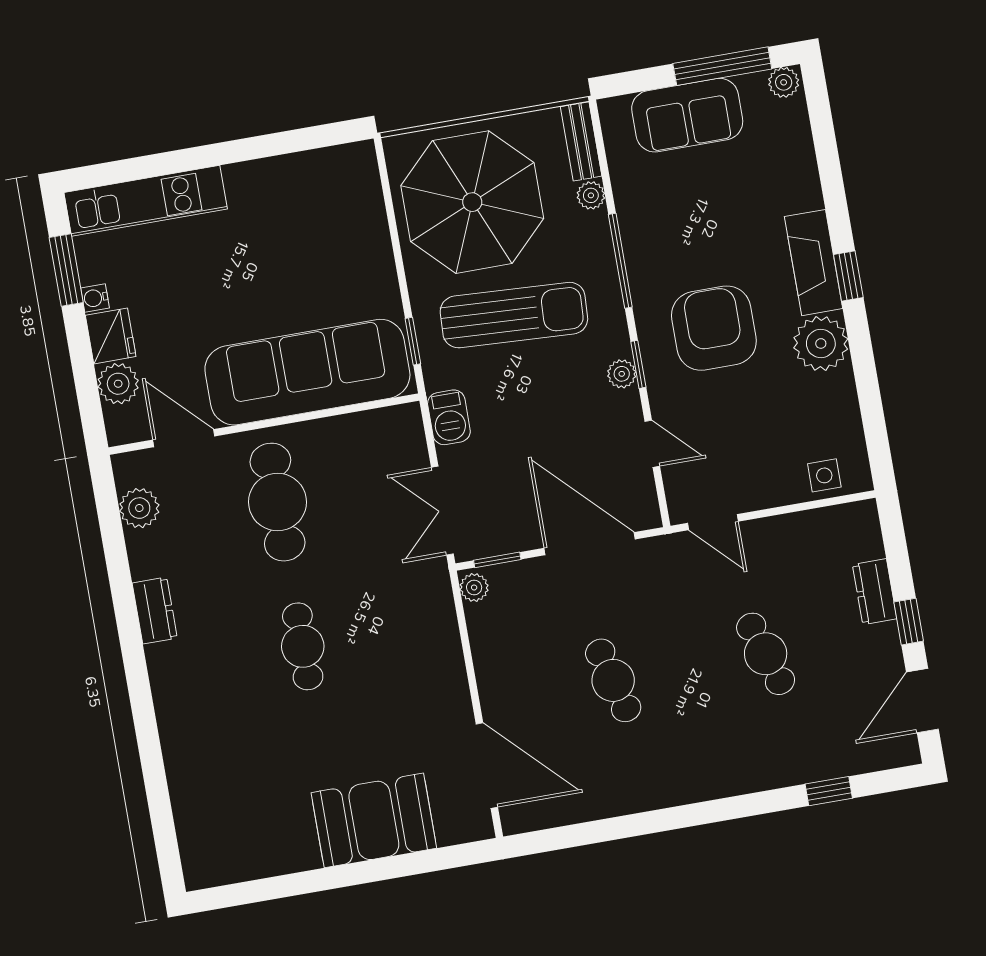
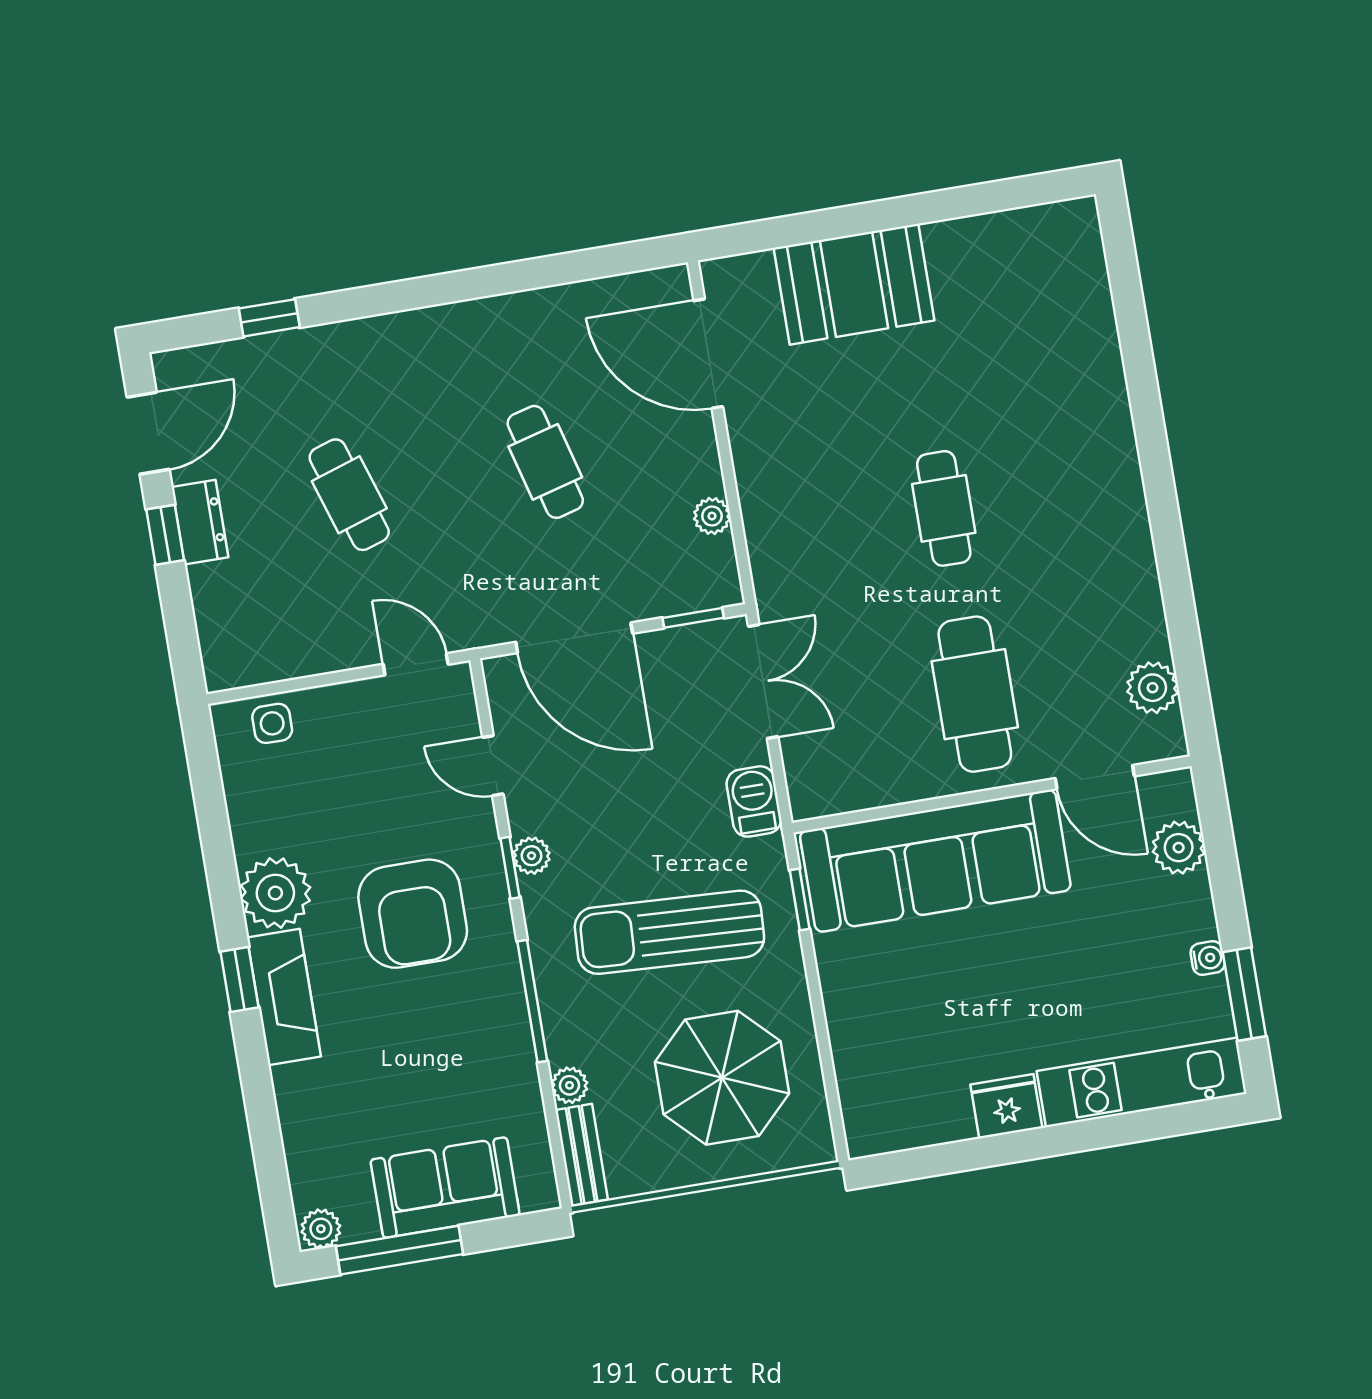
parasol: (472, 202) -> (722, 1078), width x0.73, depth x0.73
fridge: (111, 336) -> (1006, 1106), moved, turned 90
plant: (474, 588) -> (712, 516), moved
dresser: (875, 592) -> (200, 522), moved
dresser: (155, 611) -> (1134, 556), removed

